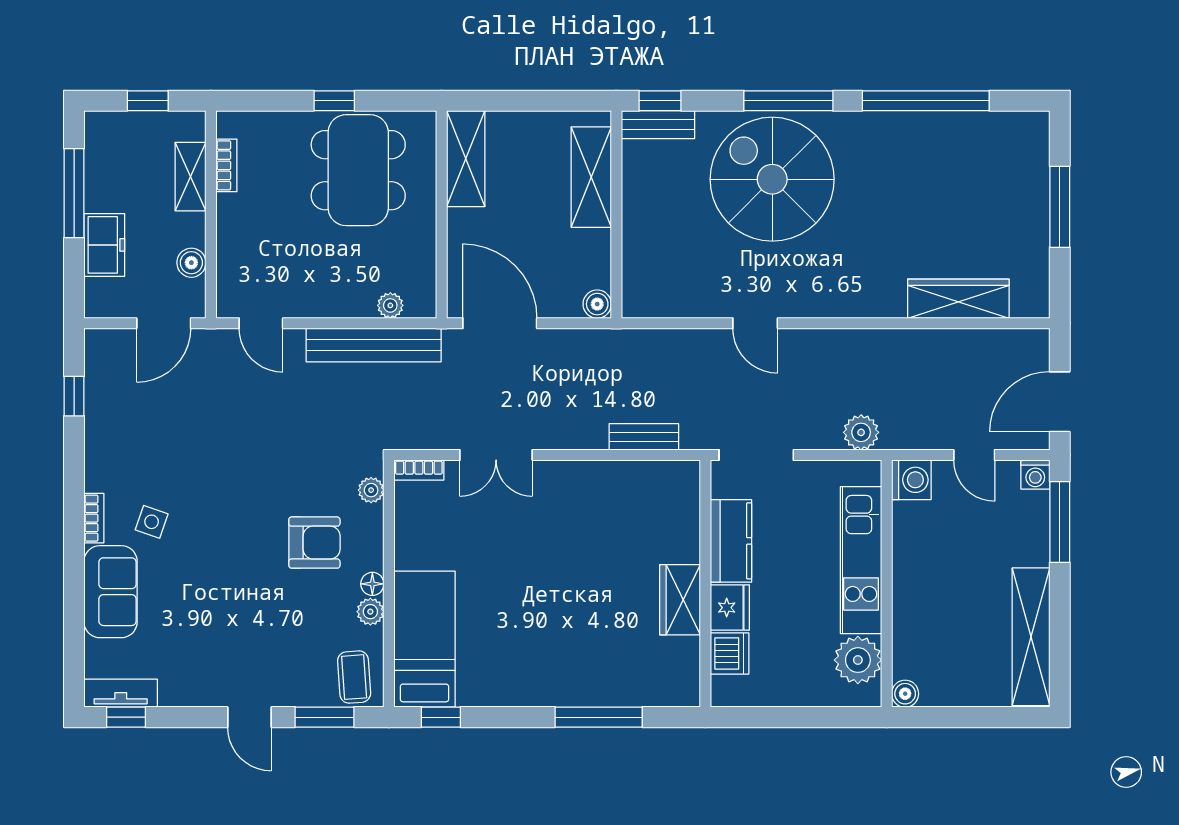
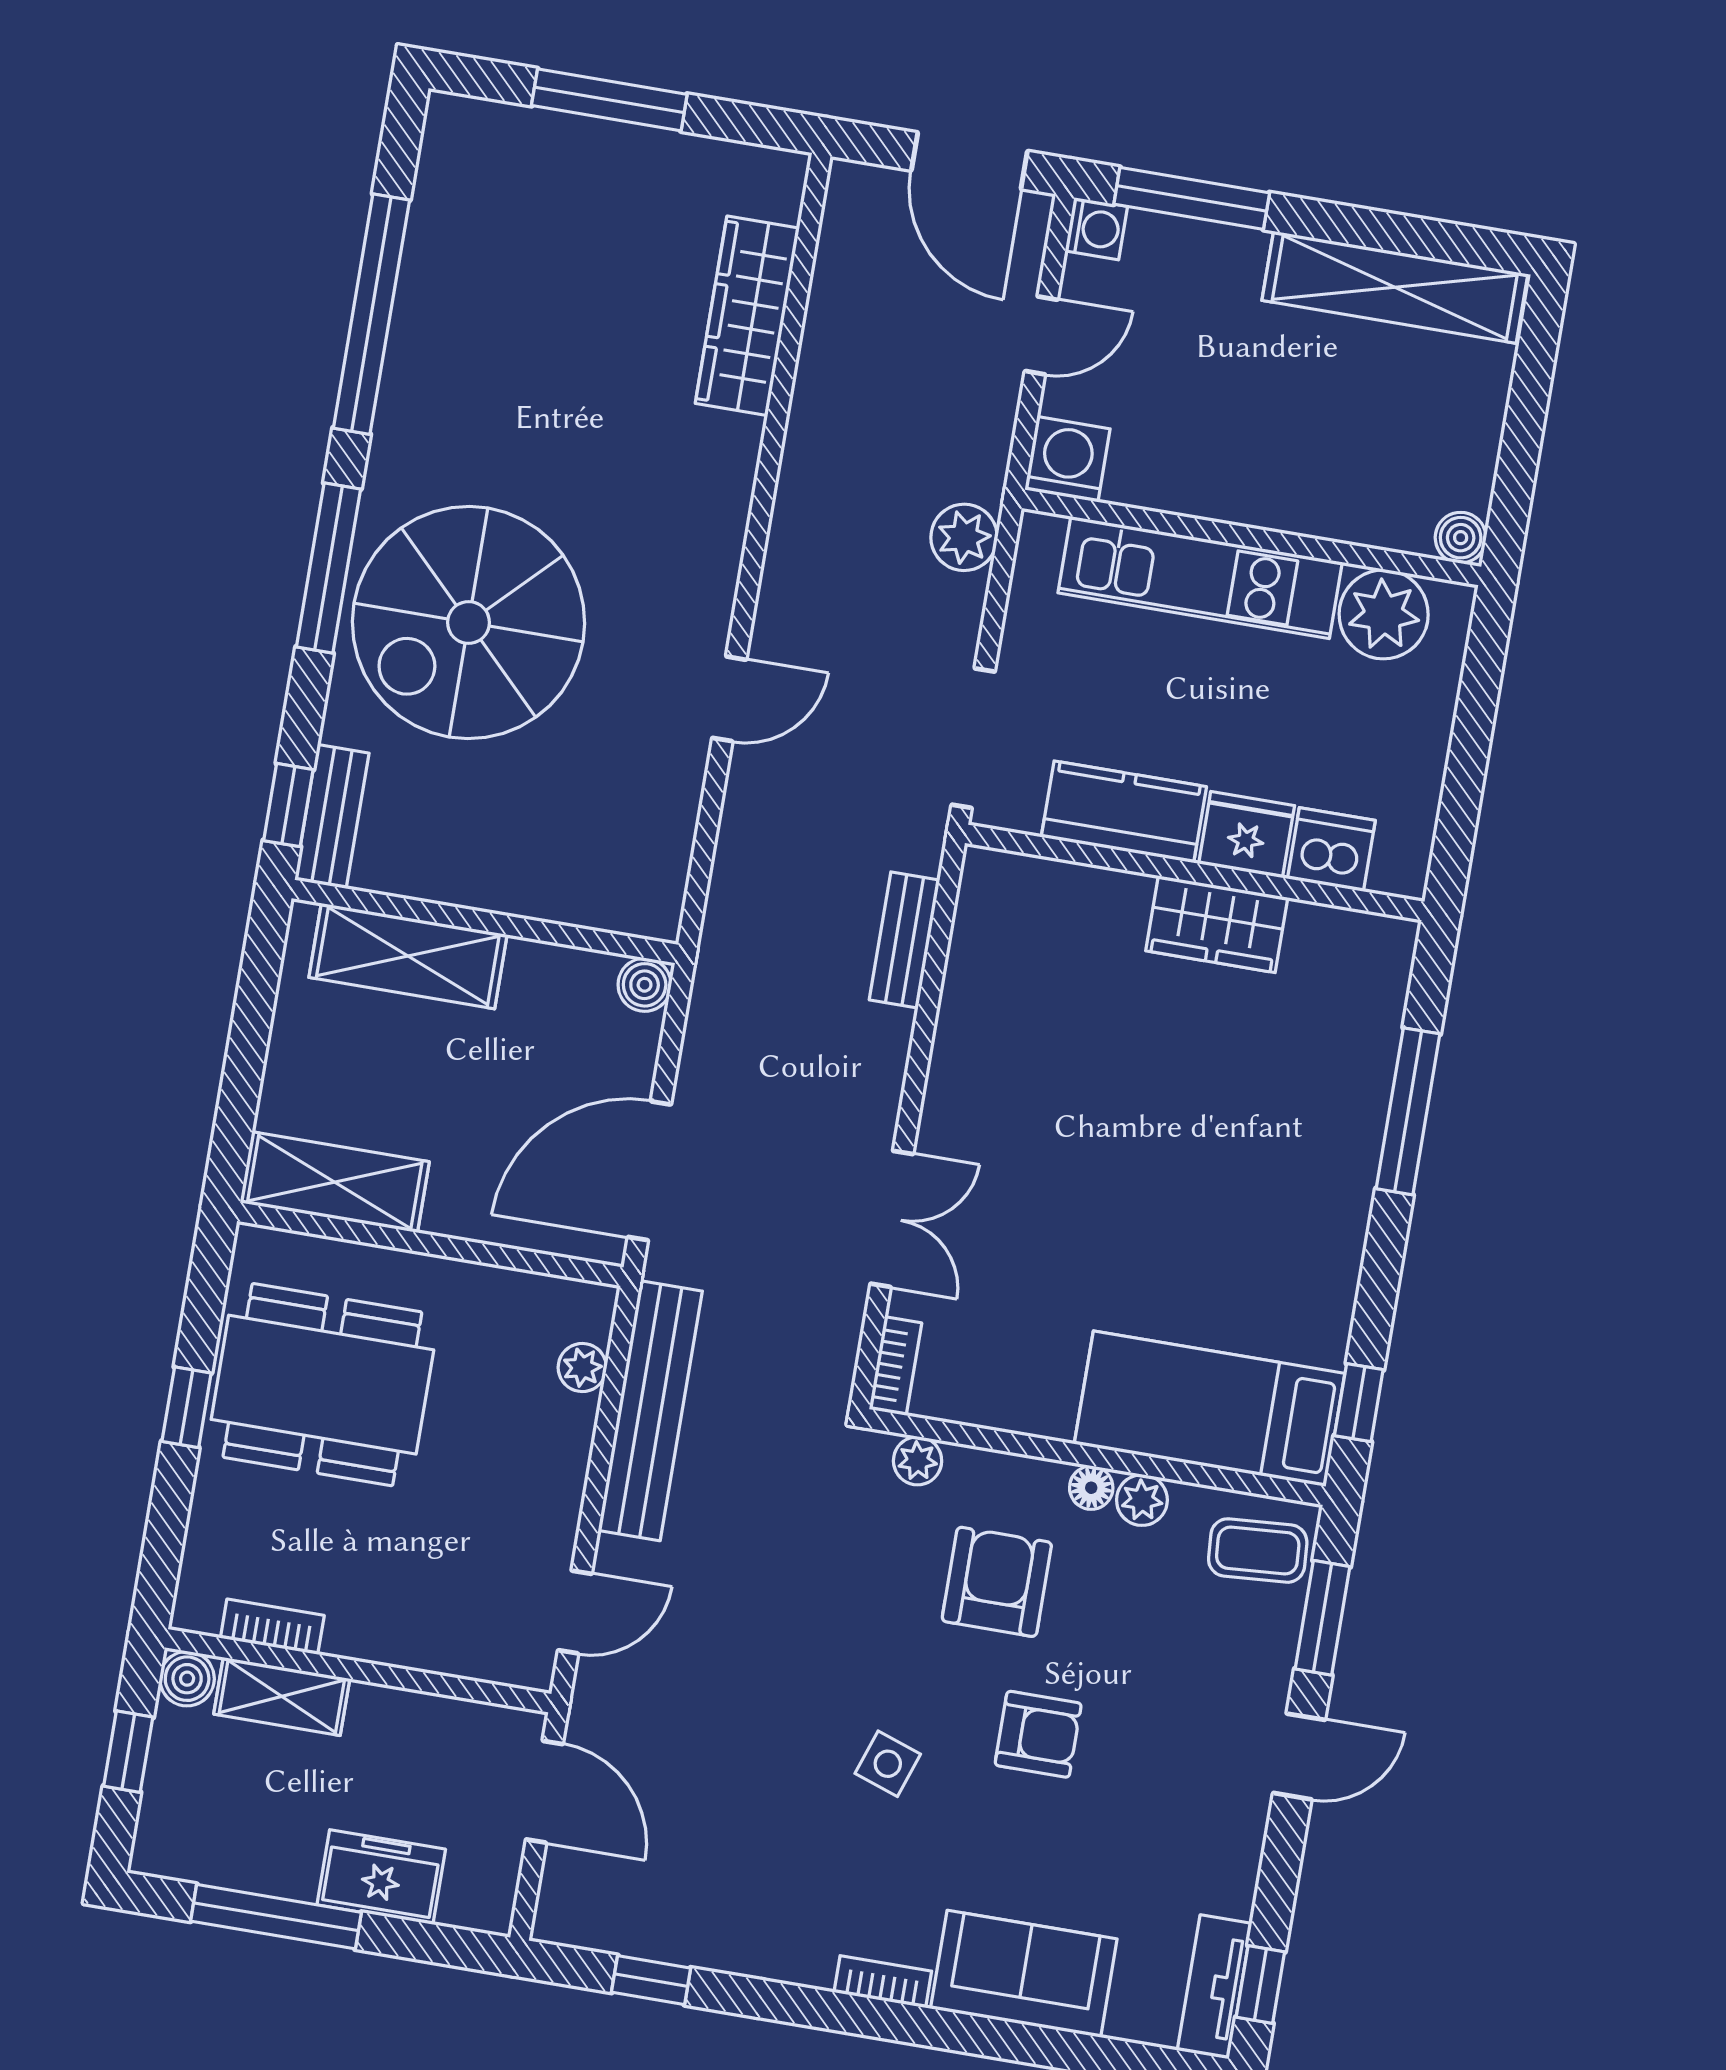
boiler: (191, 263) -> (187, 1679), moved
side table: (152, 522) -> (888, 1764), moved
armchair: (238, 578) -> (1038, 1734), added

